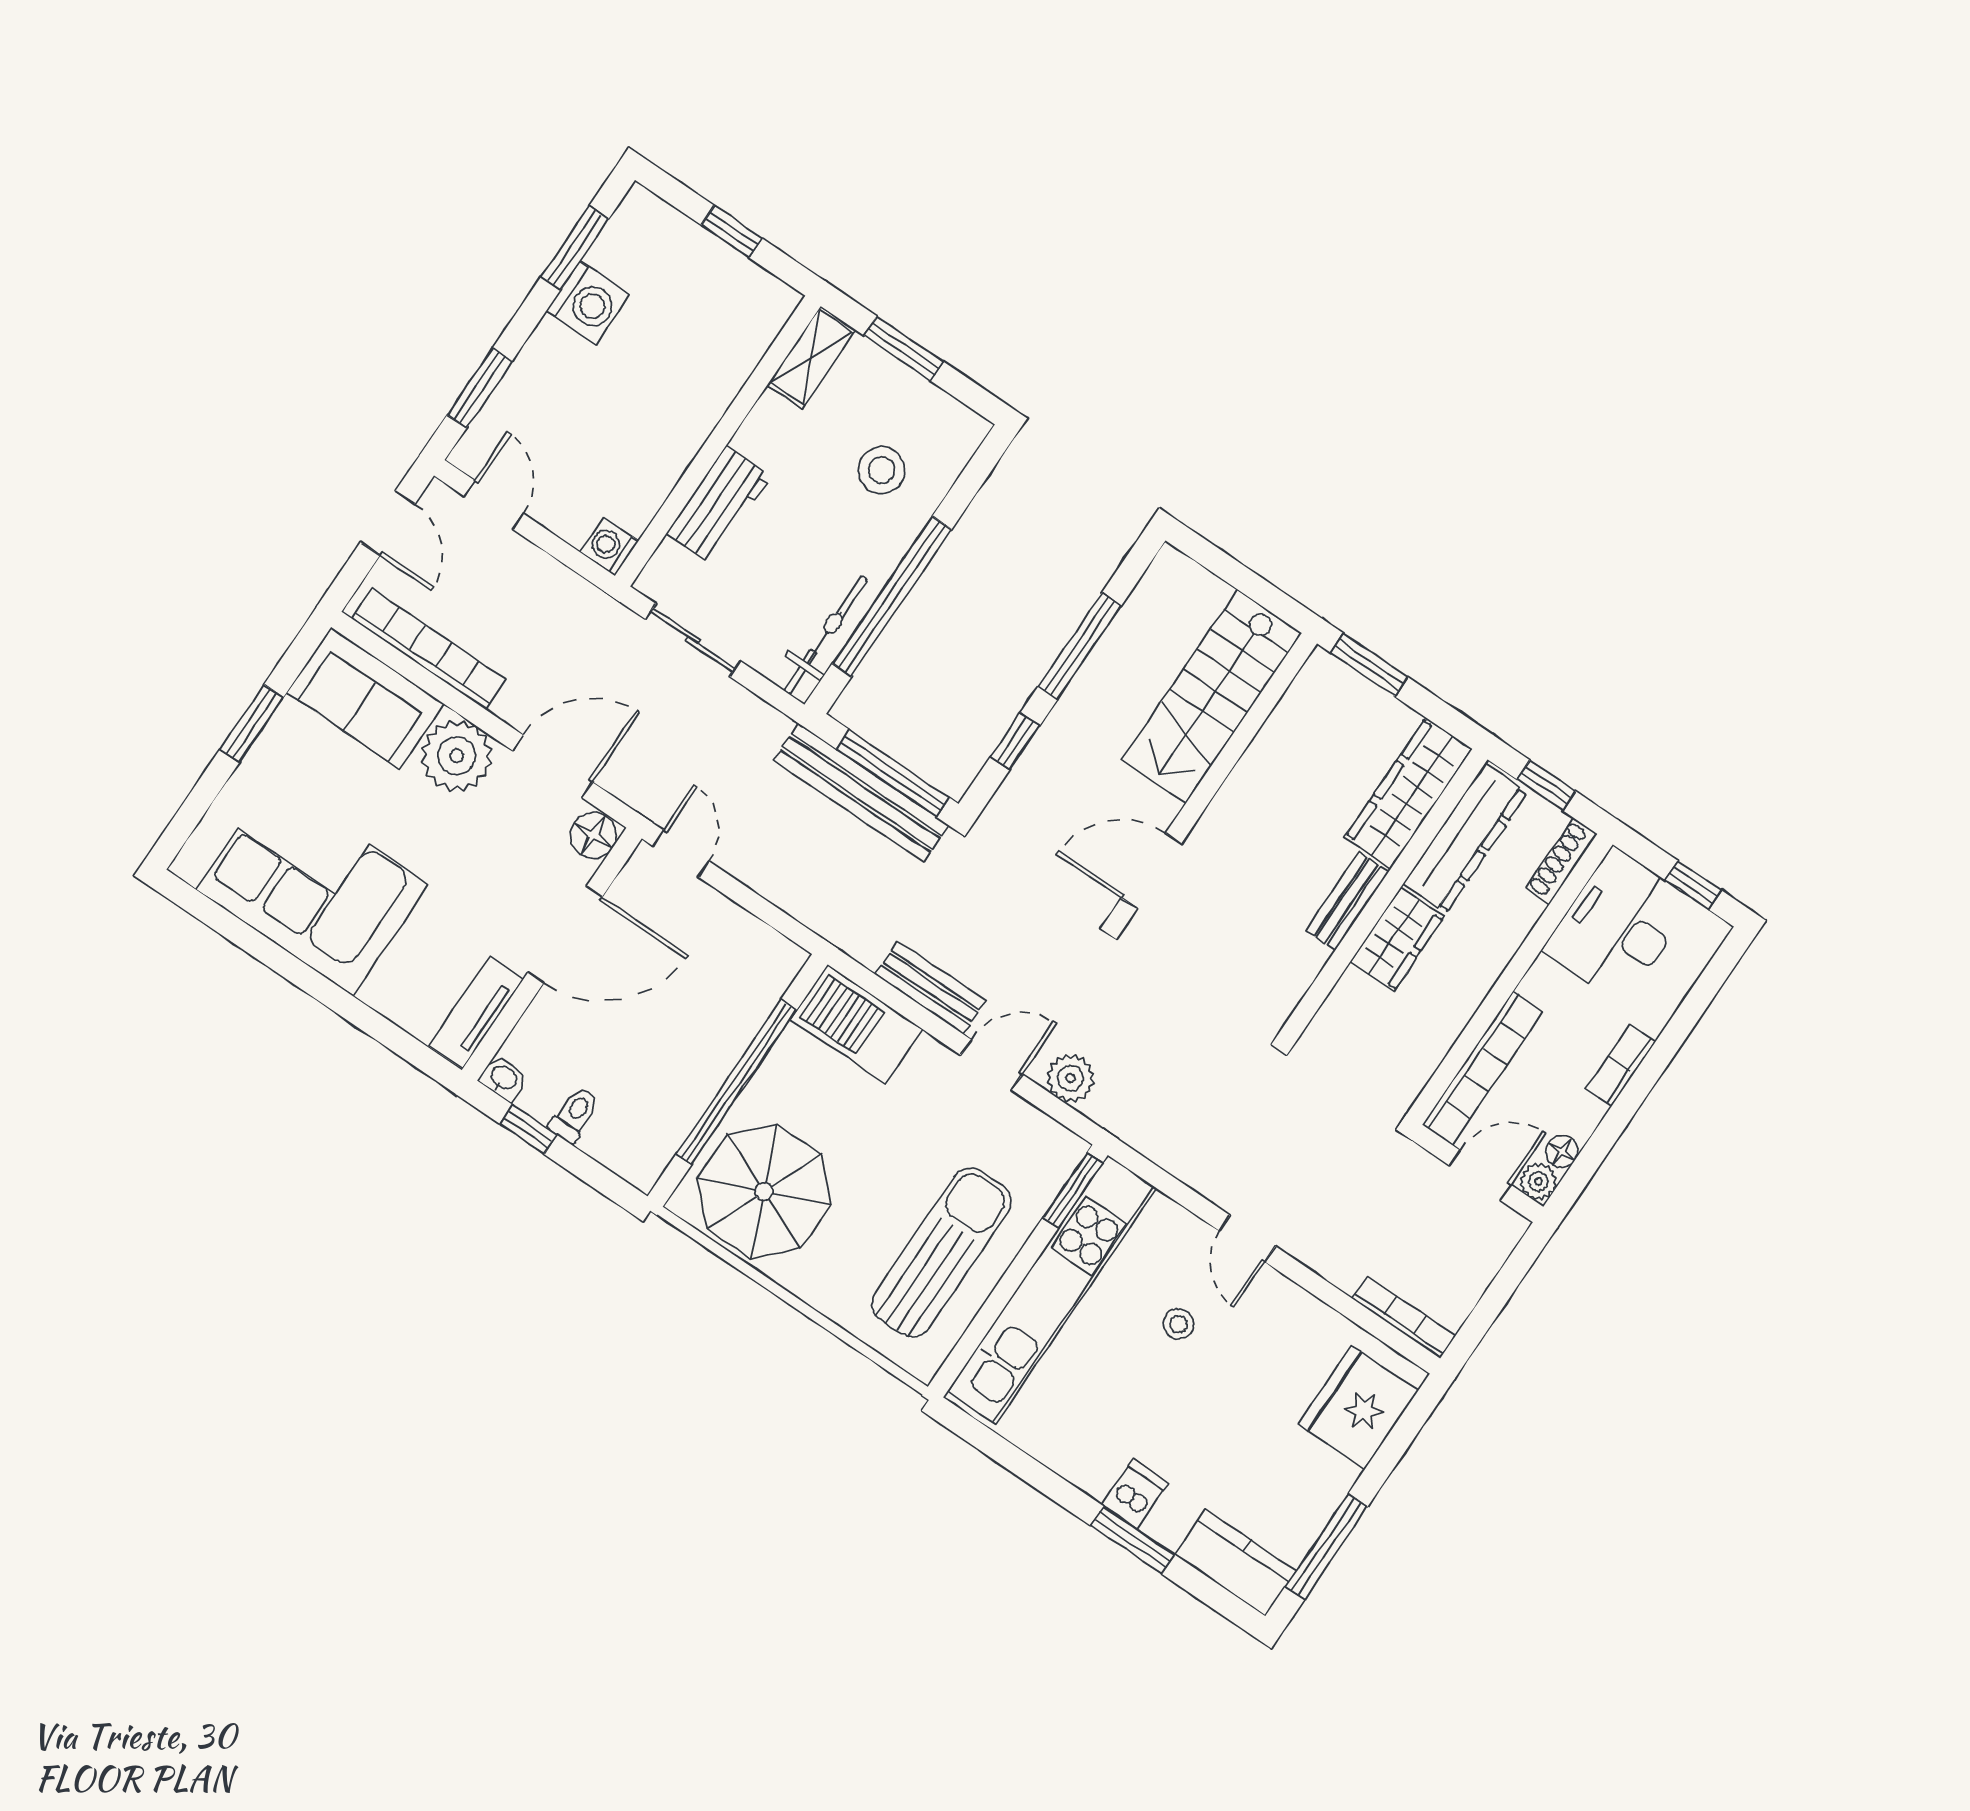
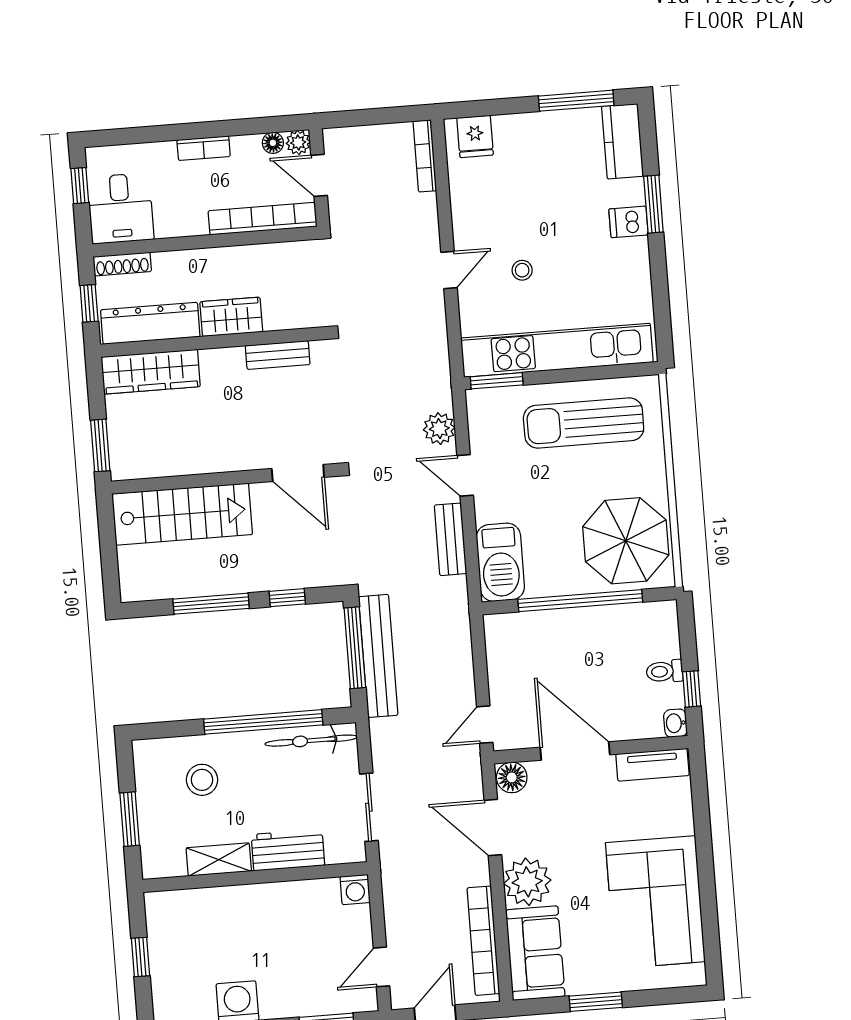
shelving: (811, 358) -> (219, 860), moved
bench: (1347, 901) -> (278, 355), moved
desk: (1618, 926) -> (121, 208), width x0.73
fridge: (1358, 1407) -> (475, 136), width x0.53, depth x0.75

